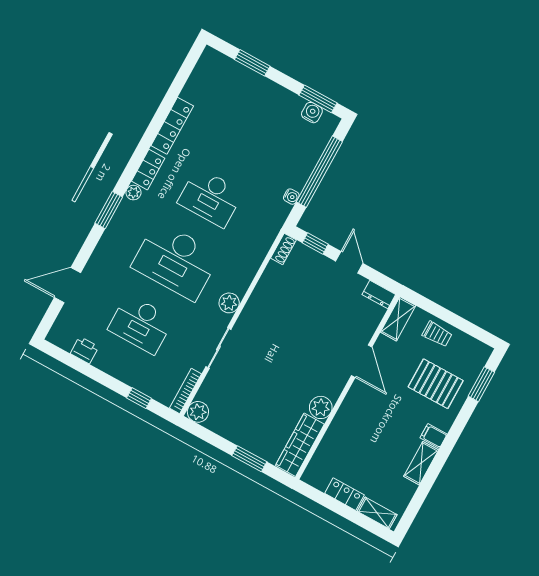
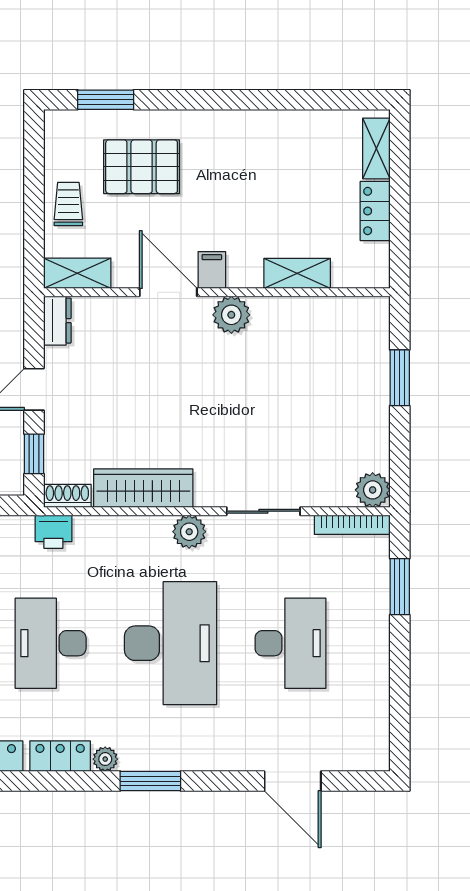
desk: (210, 197) -> (51, 643), turned 180
printer: (85, 350) -> (53, 532), moved, turned -90
door: (362, 361) -> (168, 292), hinge flipped
pallet: (436, 384) -> (142, 167), turned 90
window: (139, 398) -> (400, 587), width x1.50
plant: (321, 407) -> (231, 315), moved
filing cabinet: (434, 436) -> (212, 270), moved, turned 180
wardrobe: (300, 445) -> (143, 488), moved, turned 180
shelving: (421, 463) -> (297, 273), moved

